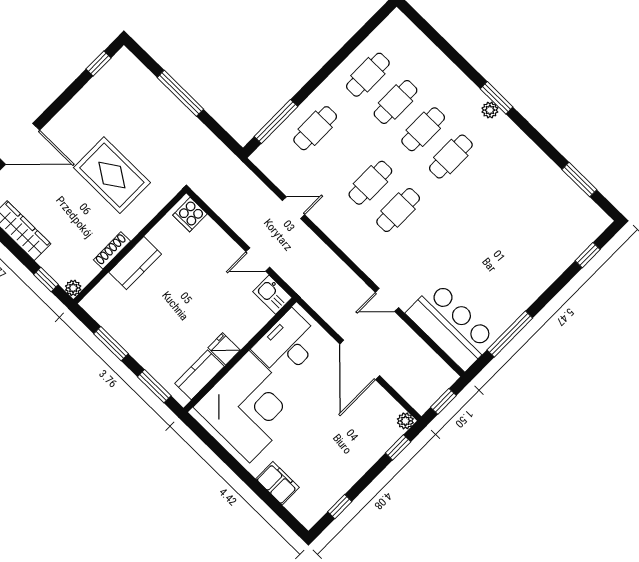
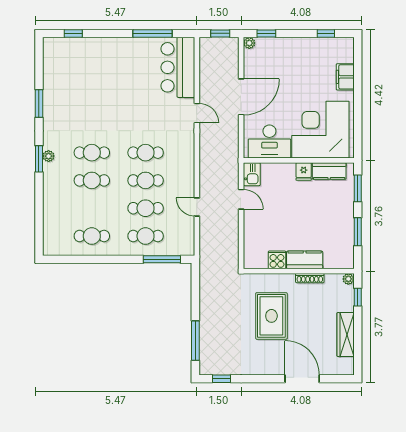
window: (180, 93) -> (195, 341), moved
cafe table: (396, 102) -> (146, 208), moved
window: (579, 180) -> (39, 103), moved
cooker: (190, 215) -> (277, 260), moved, turned -90

